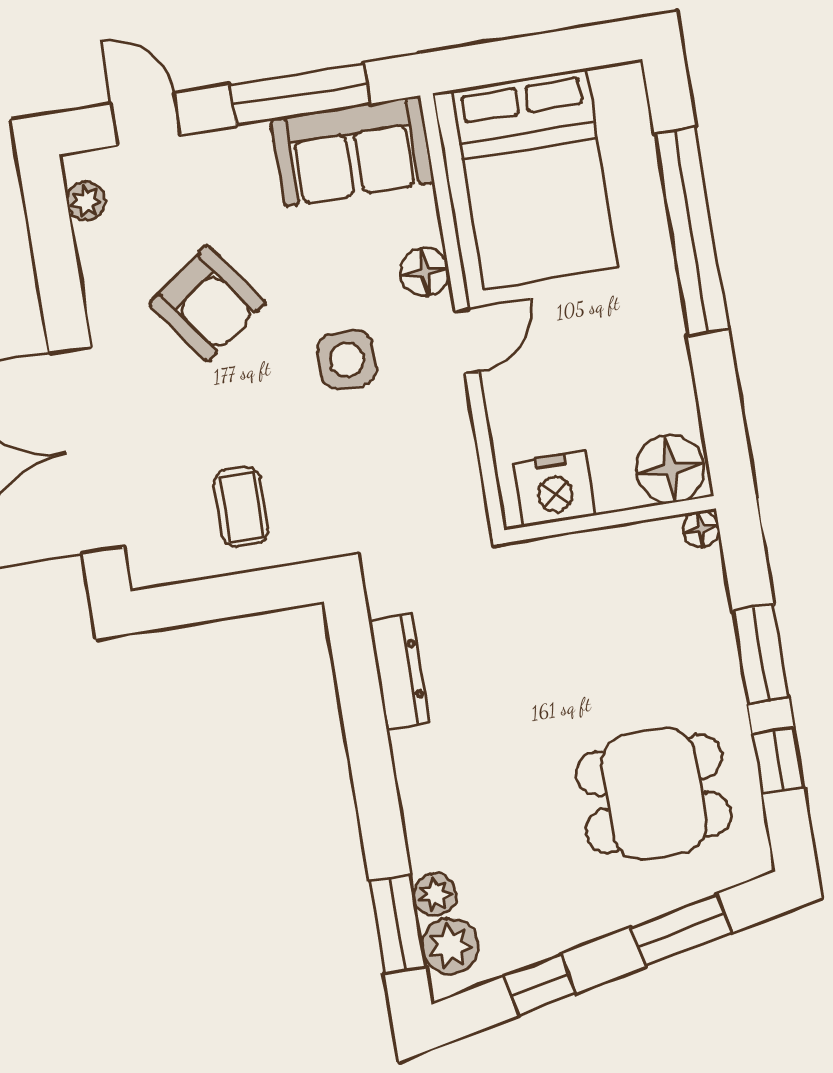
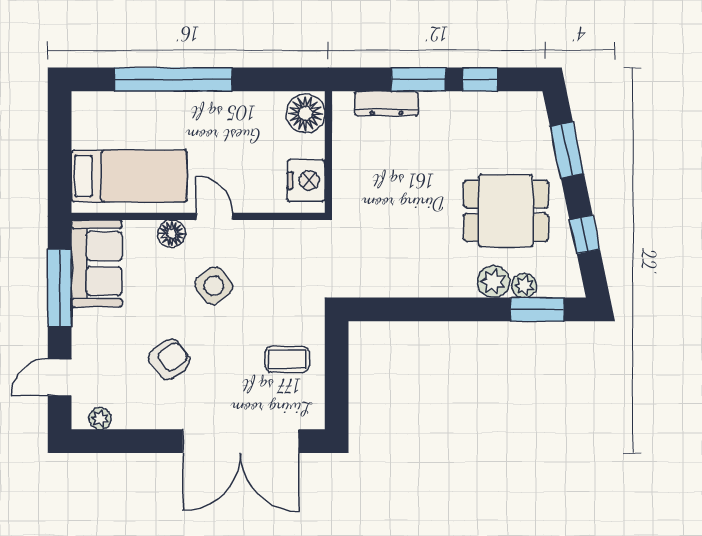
bed: (535, 179) -> (129, 176), width x0.67
armchair: (208, 303) -> (169, 359), width x0.72, depth x0.72
side table: (347, 360) -> (214, 286), turned -36
floor lamp: (701, 529) -> (342, 101), removed
dresser: (399, 671) -> (386, 103), moved, turned 180
dining table: (654, 794) -> (506, 211), moved, turned 90
plant: (450, 946) -> (494, 282), moved

